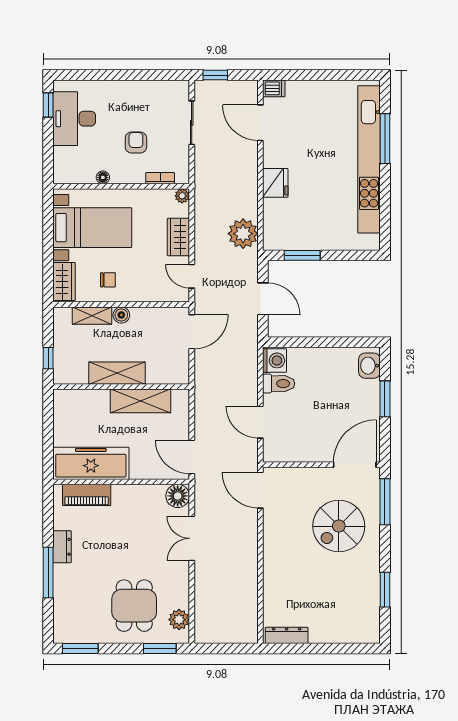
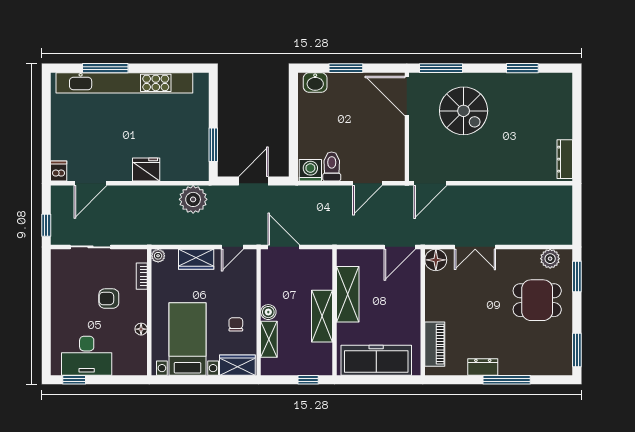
freezer: (91, 463) -> (376, 360), moved, turned 90

